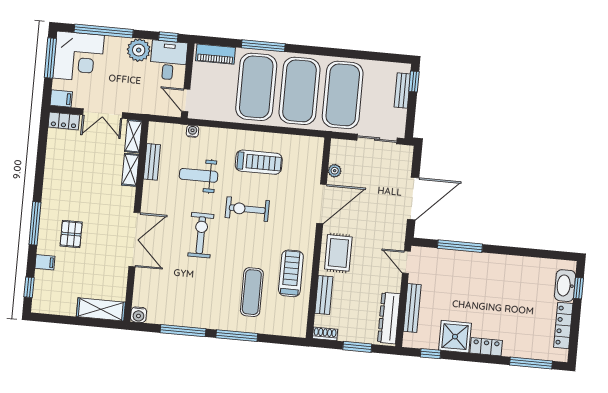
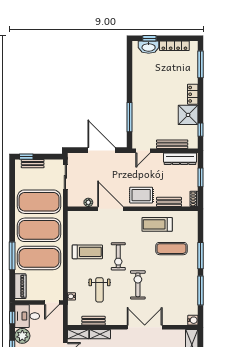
treadmill: (259, 162) -> (87, 252), turned 90
exercise bike: (201, 235) -> (138, 285), turned 90

